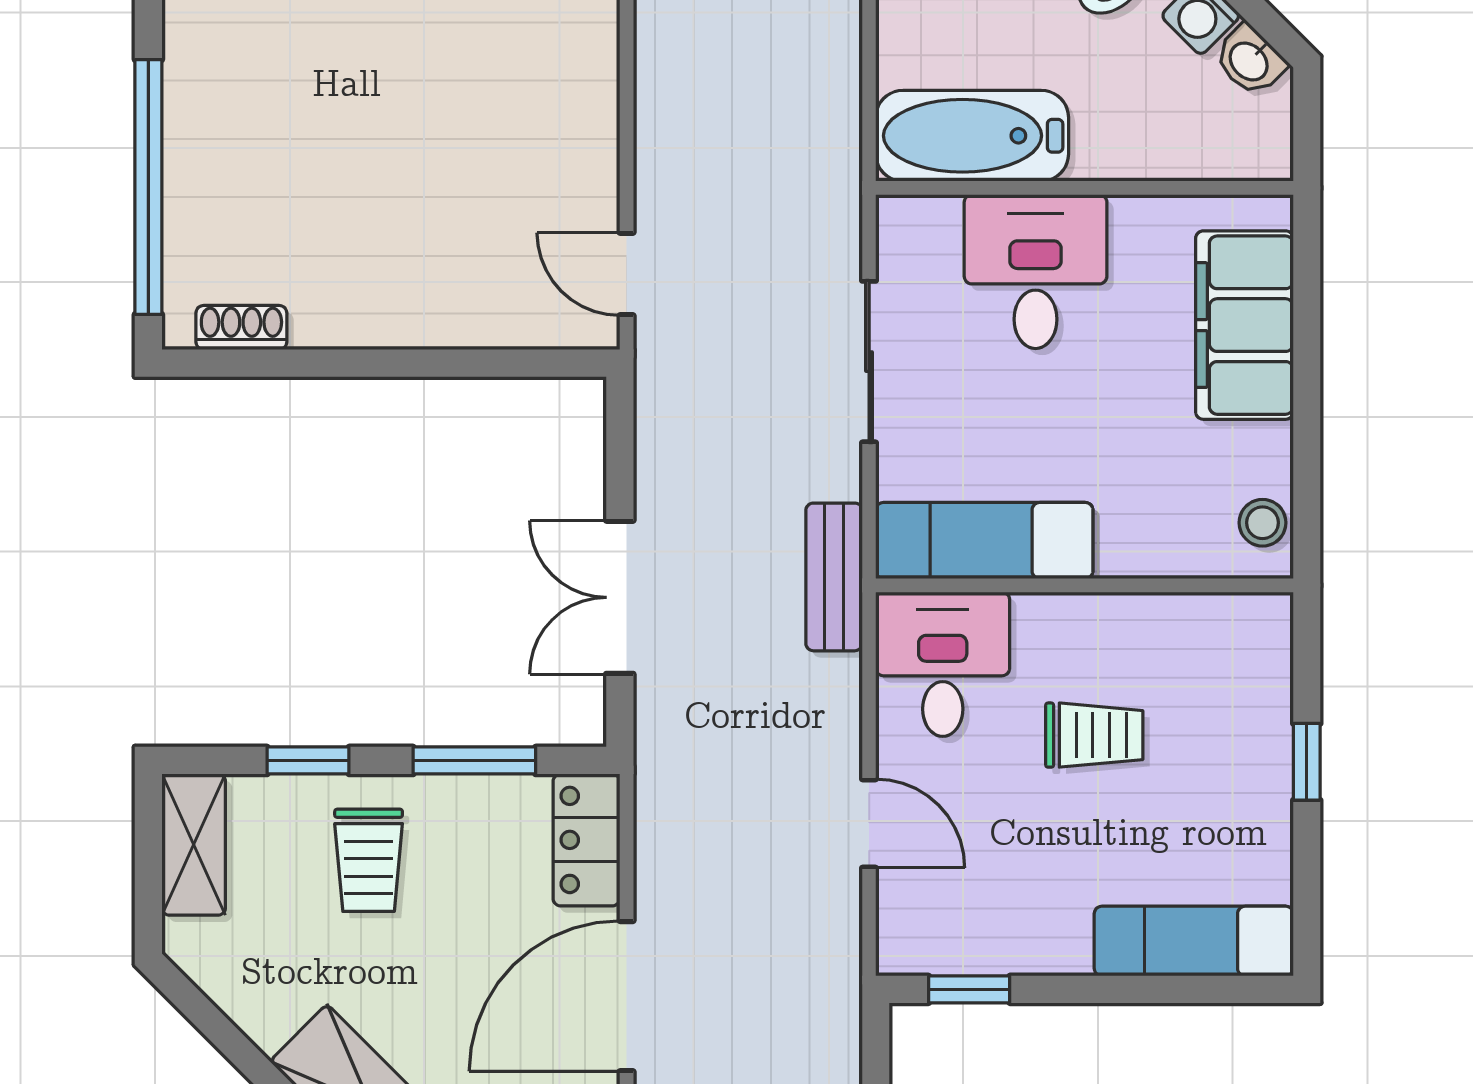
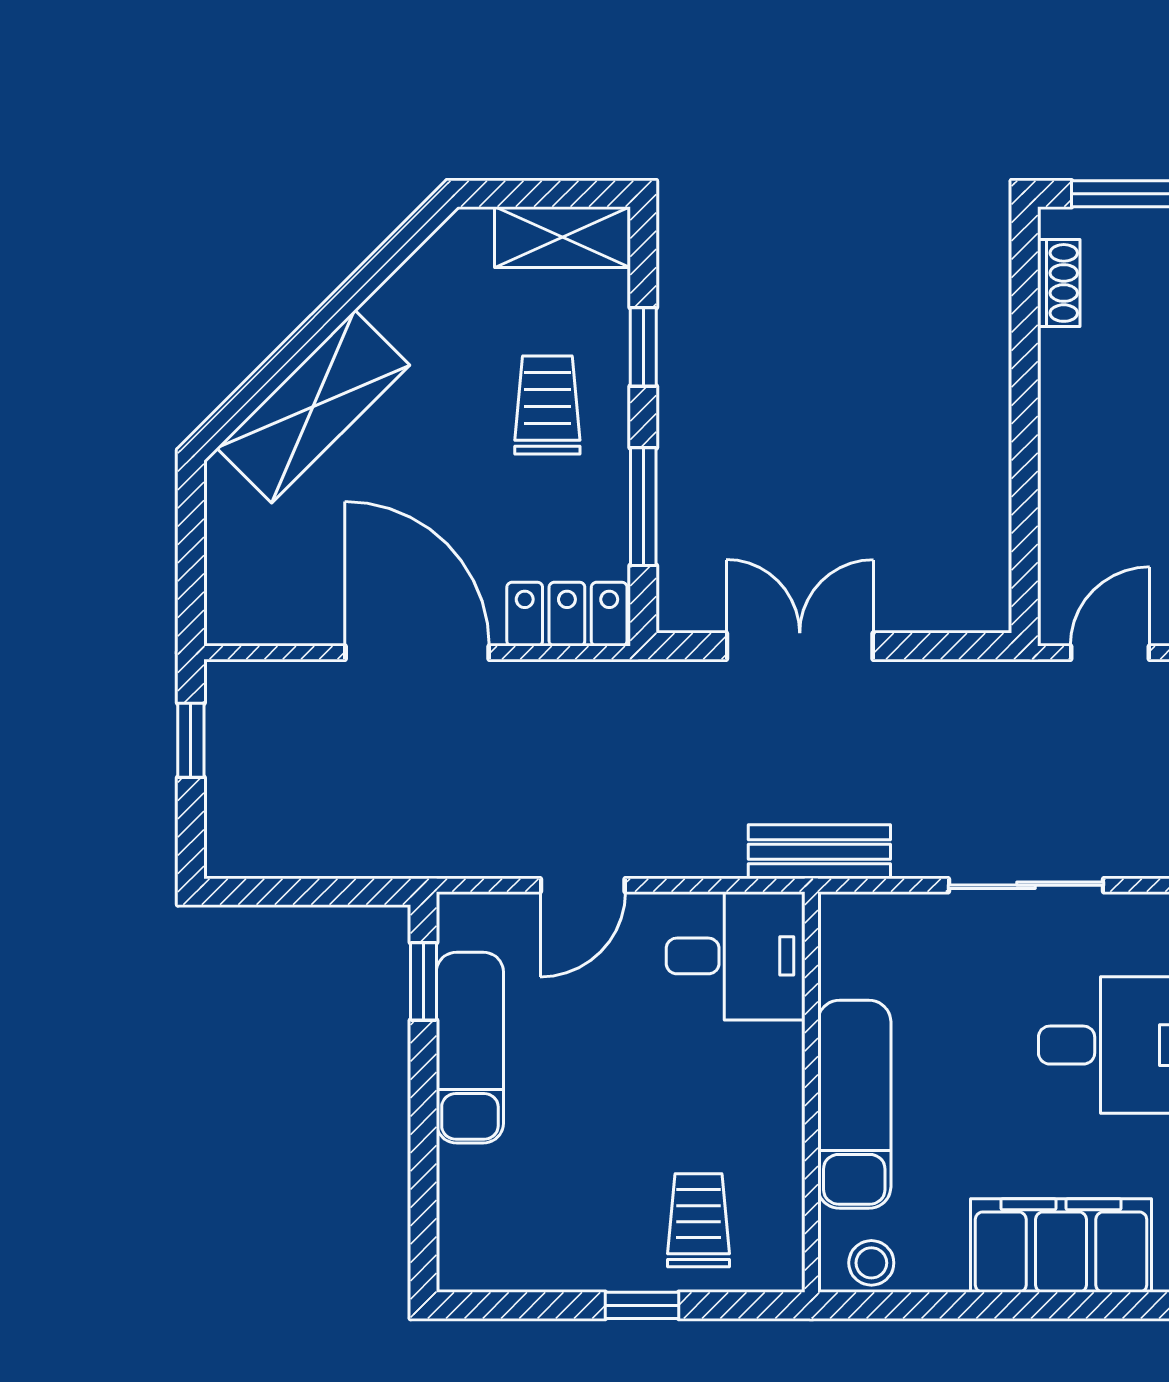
exam couch: (984, 541) -> (854, 1104), moved
trolley: (1094, 735) -> (698, 1220), moved, turned 180
trolley: (369, 860) -> (547, 405), turned 90
exam couch: (1194, 941) -> (470, 1048), moved

